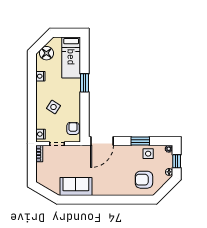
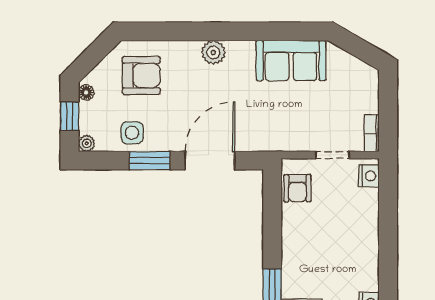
side table: (53, 107) -> (340, 235), removed
door: (102, 141) -> (210, 161), moved
plant: (111, 190) -> (213, 52), added

